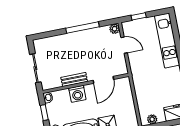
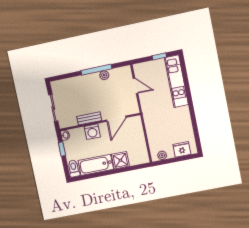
window: (139, 16) -> (159, 56), moved
plant: (115, 29) -> (104, 75), moved

